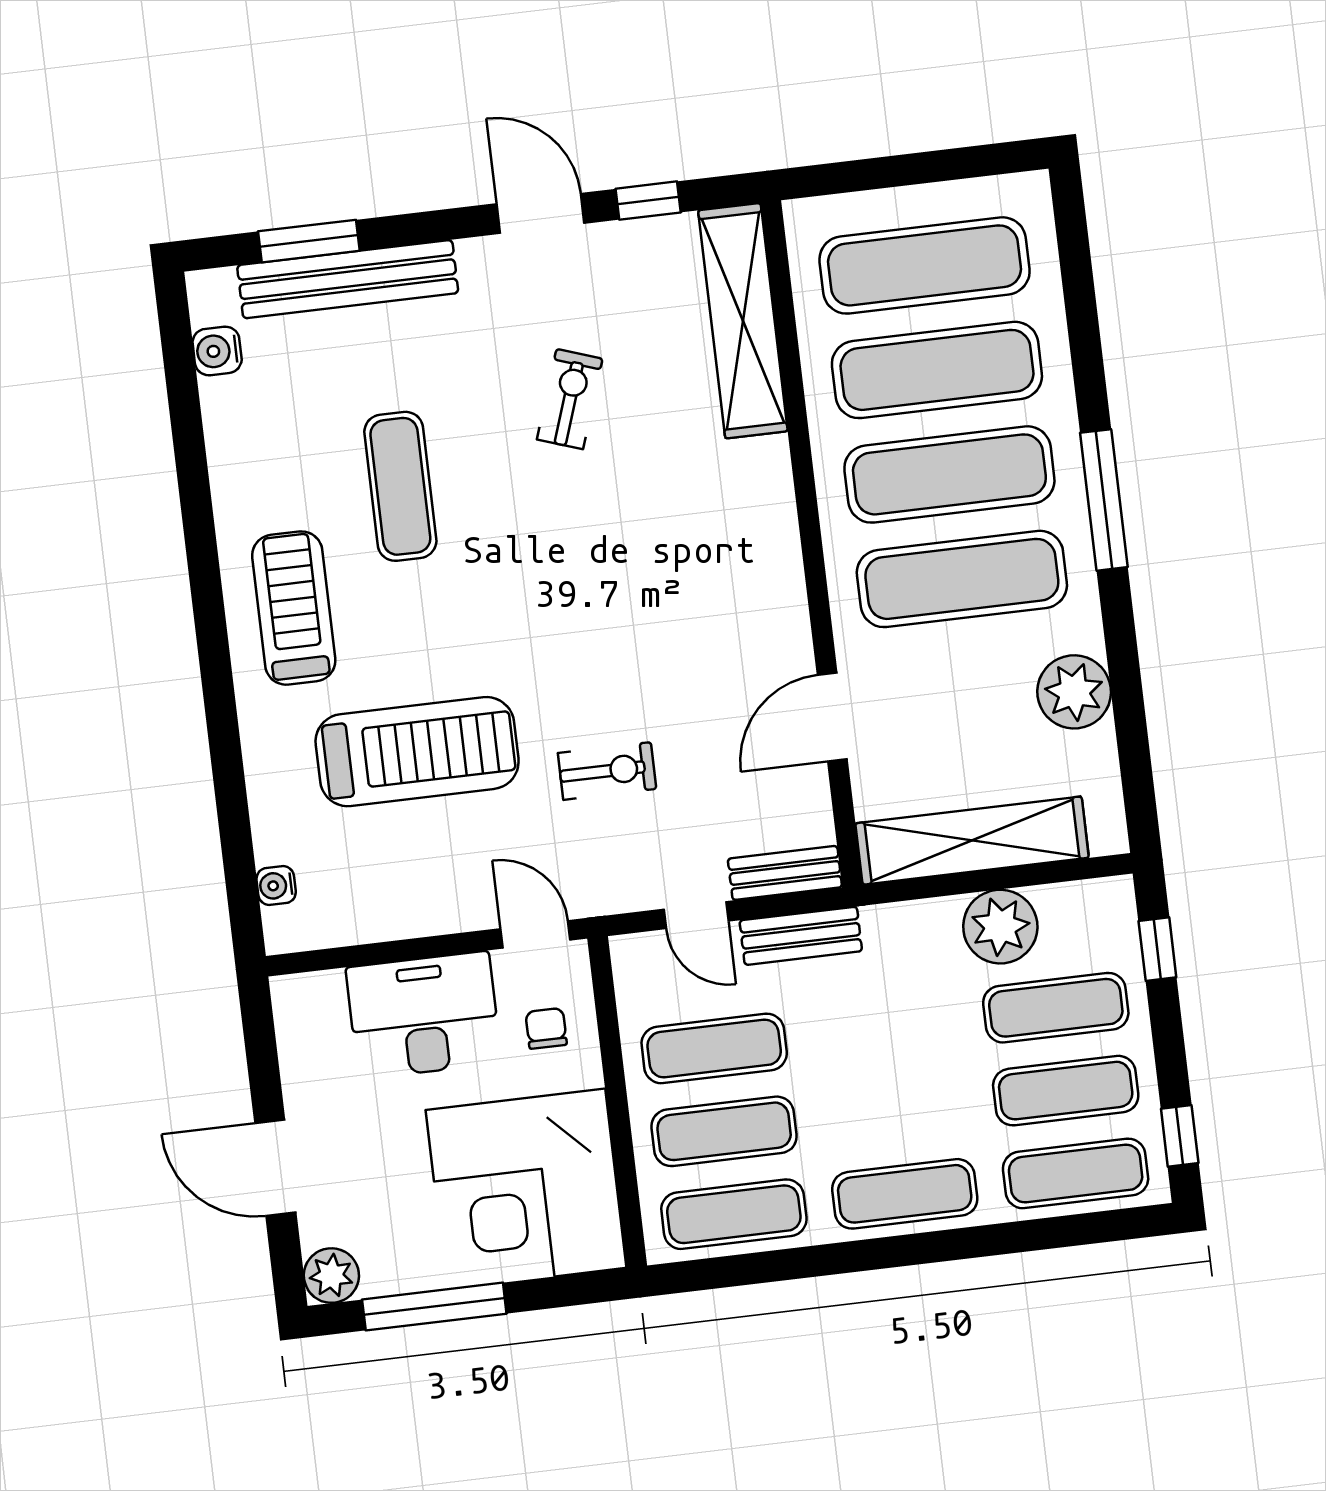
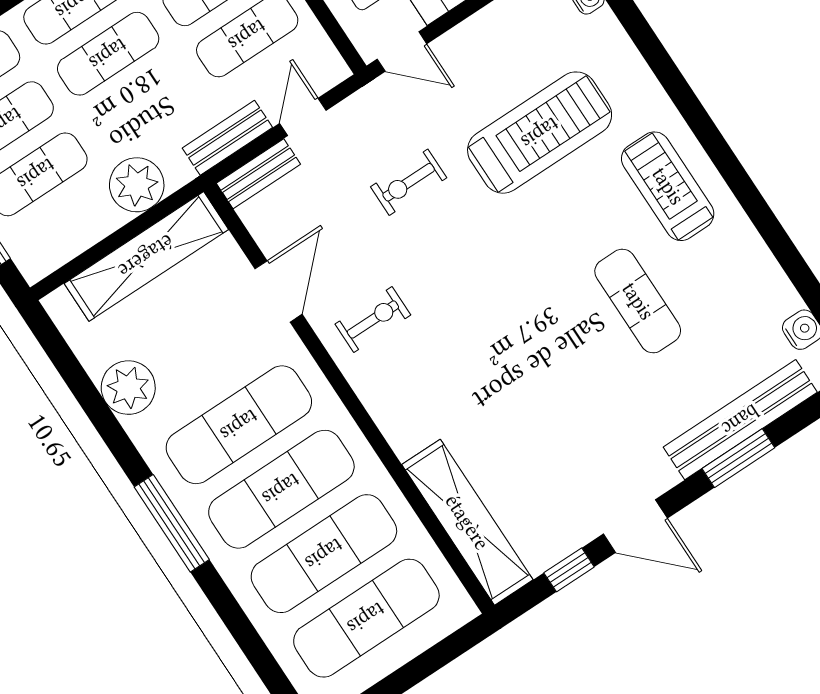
window: (309, 241) -> (738, 458), moved
exercise bike: (570, 399) -> (373, 319), moved, turned -109
treadmill: (294, 608) -> (668, 186), turned 180
treadmill: (417, 752) -> (540, 133), turned 180
door: (696, 915) -> (303, 117), hinge flipped
plant: (1000, 927) -> (137, 185), moved
exercise mat: (895, 1111) -> (108, 54), added

